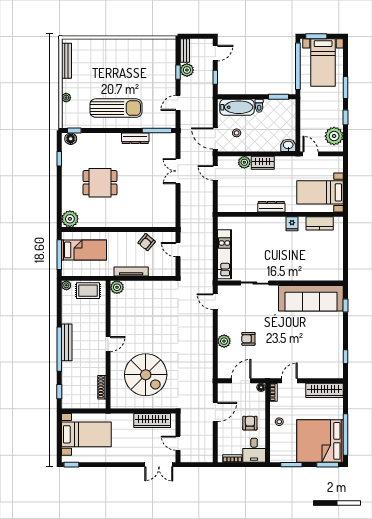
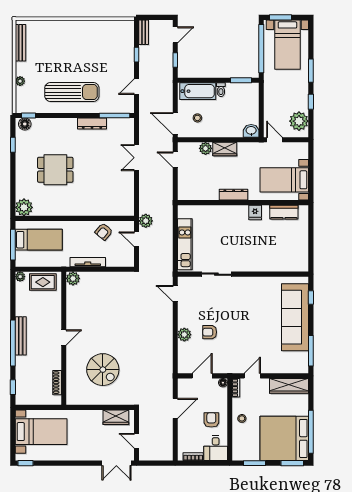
plant: (187, 70) -> (146, 221), moved
sofa: (311, 298) -> (295, 317), moved, turned 90
window: (346, 357) -> (311, 351), width x2.17
spiral stairs: (146, 375) -> (103, 370), width x0.73, depth x0.73
wardrobe: (152, 420) -> (116, 417), width x0.67

